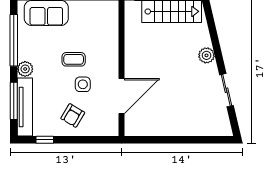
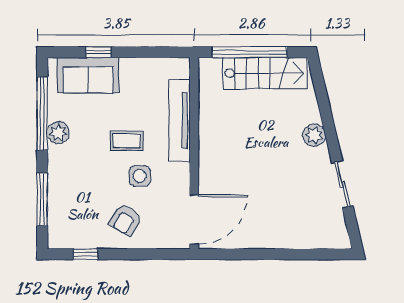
plant: (25, 69) -> (58, 133), moved
door: (121, 96) -> (194, 220), moved
tv unit: (25, 107) -> (180, 120), moved, turned 180

